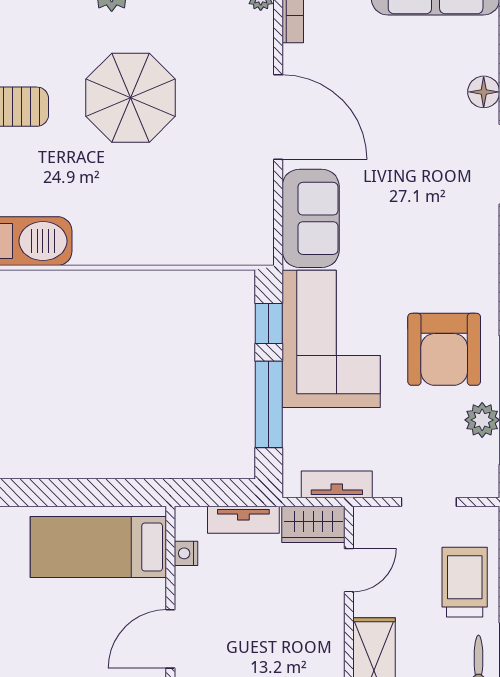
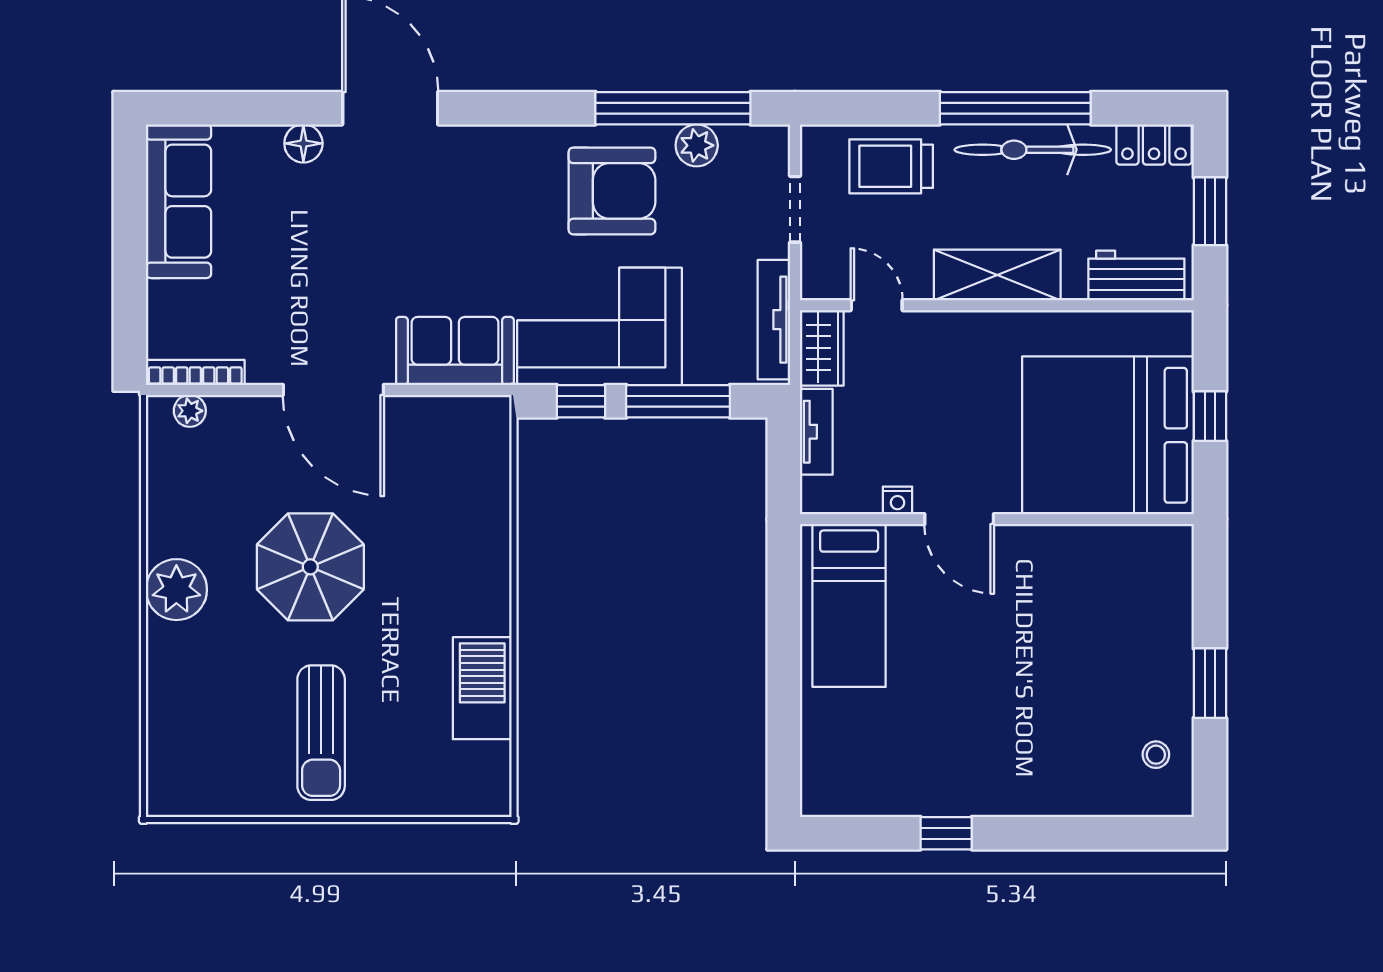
door: (278, 117) -> (333, 390), swing flipped
tv unit: (337, 484) -> (774, 320), width x1.41
nightstand: (186, 553) -> (897, 500), moved

